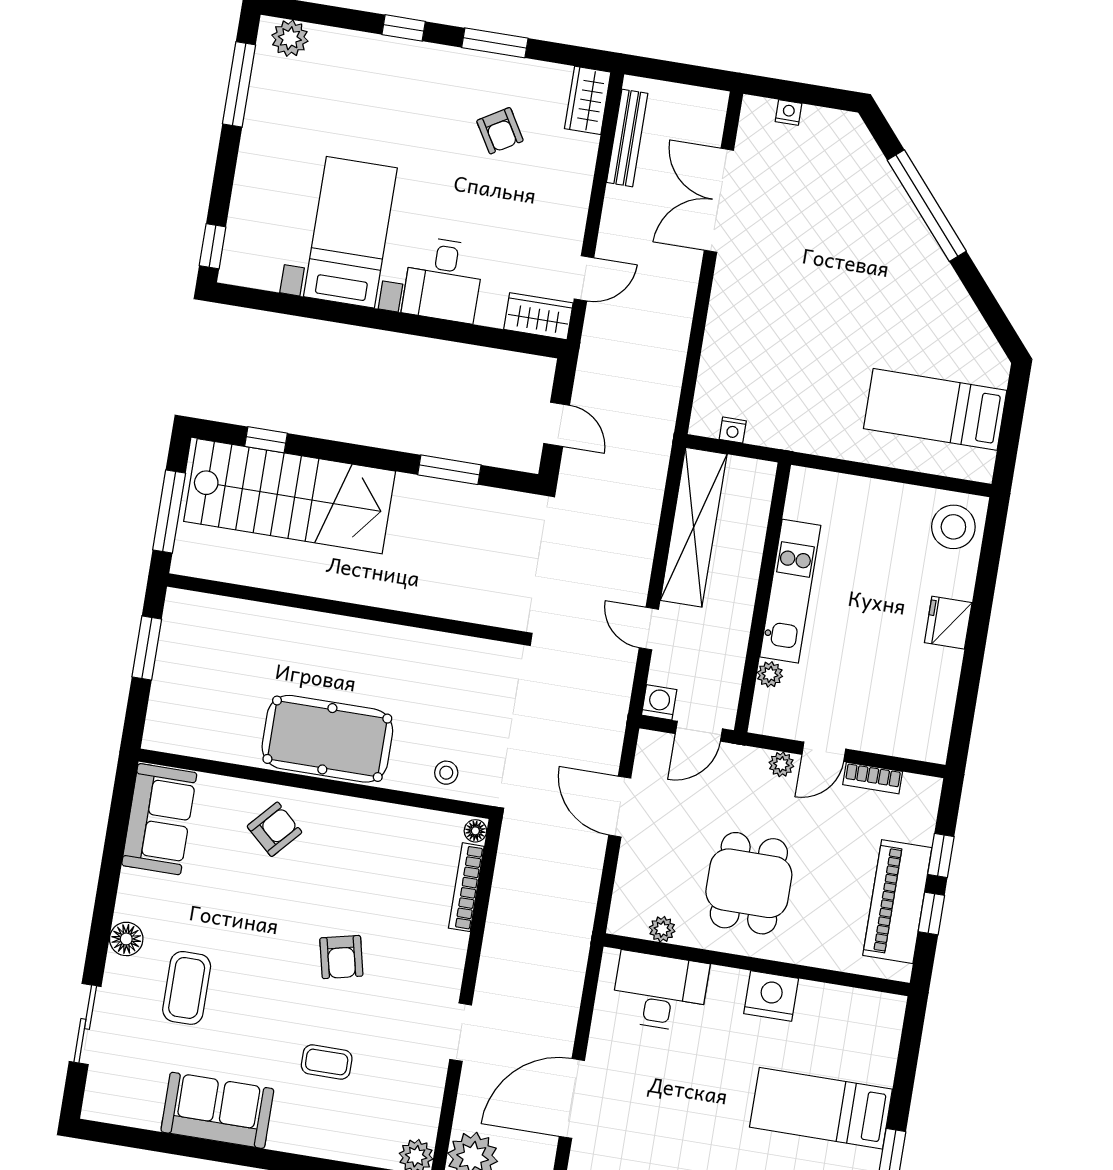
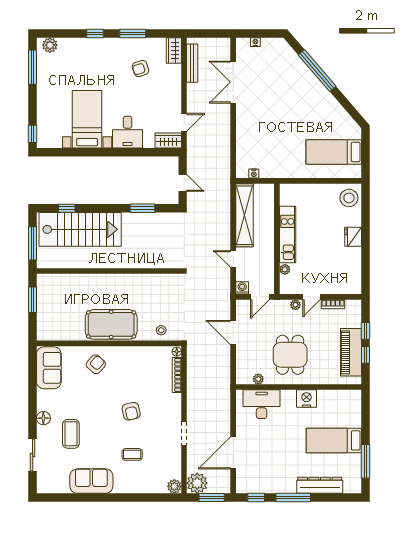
armchair: (500, 131) -> (141, 69), turned 103

